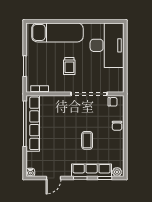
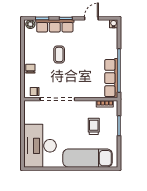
trolley: (69, 66) -> (94, 126), moved
row of seats: (33, 123) -> (111, 78), width x0.73

